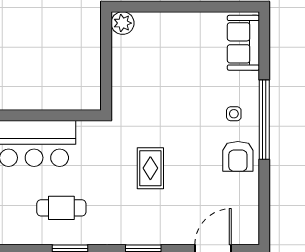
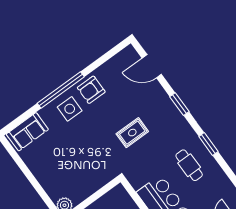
side table: (234, 114) -> (70, 109), width x1.87, depth x1.87
armchair: (238, 156) -> (91, 90), turned 180

